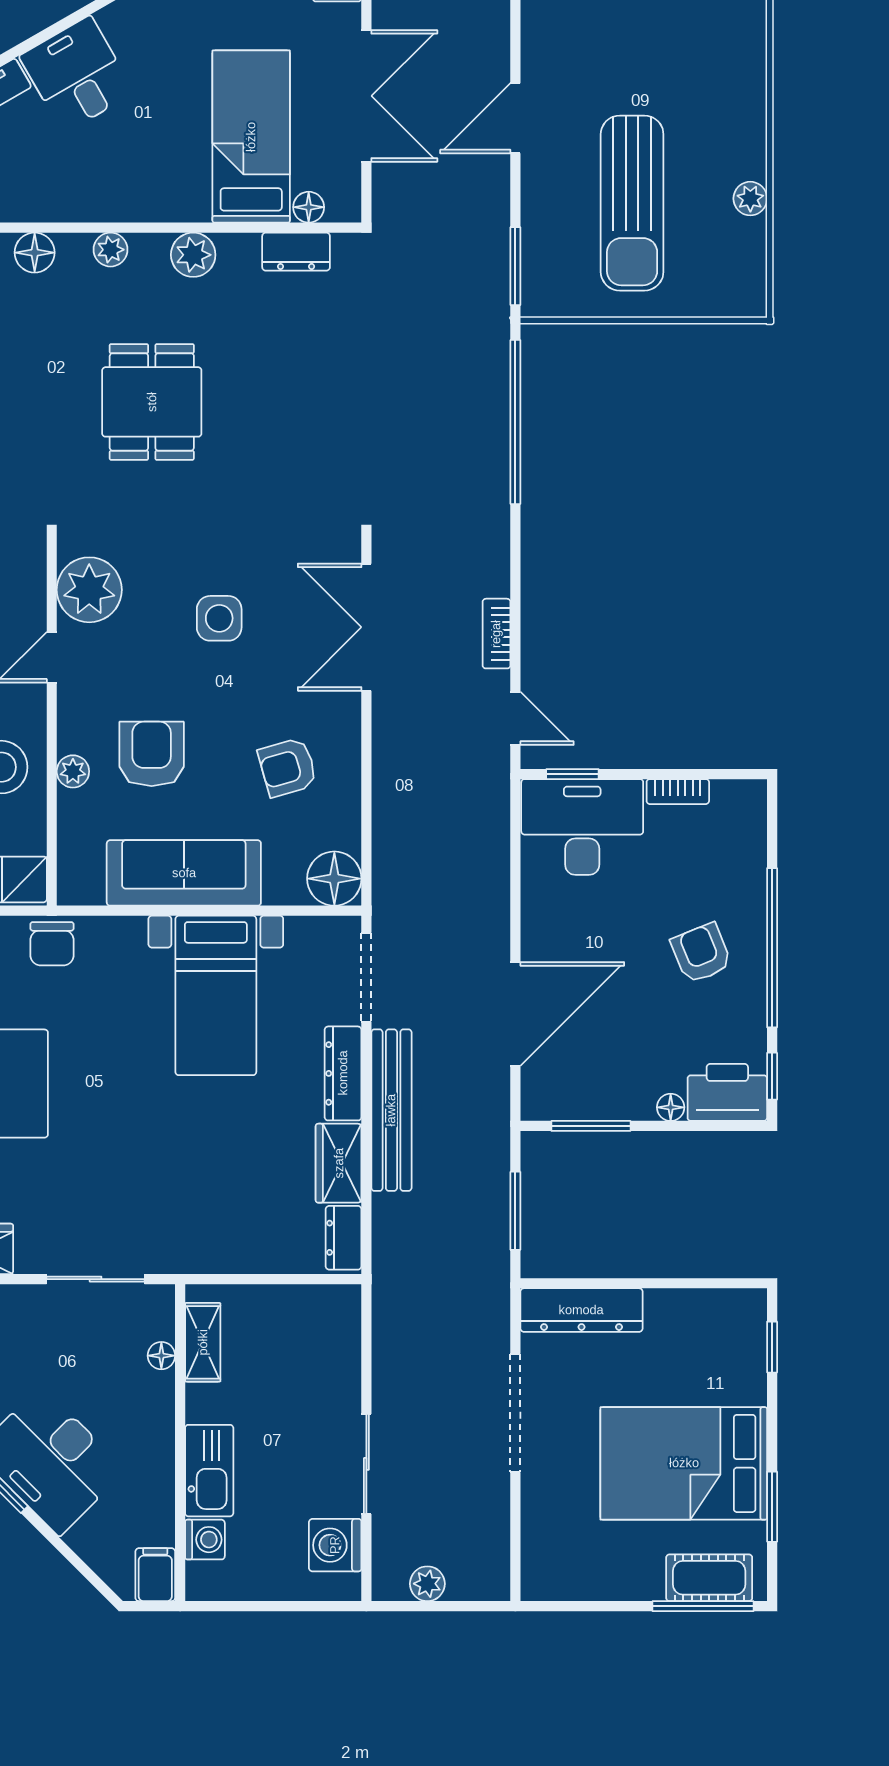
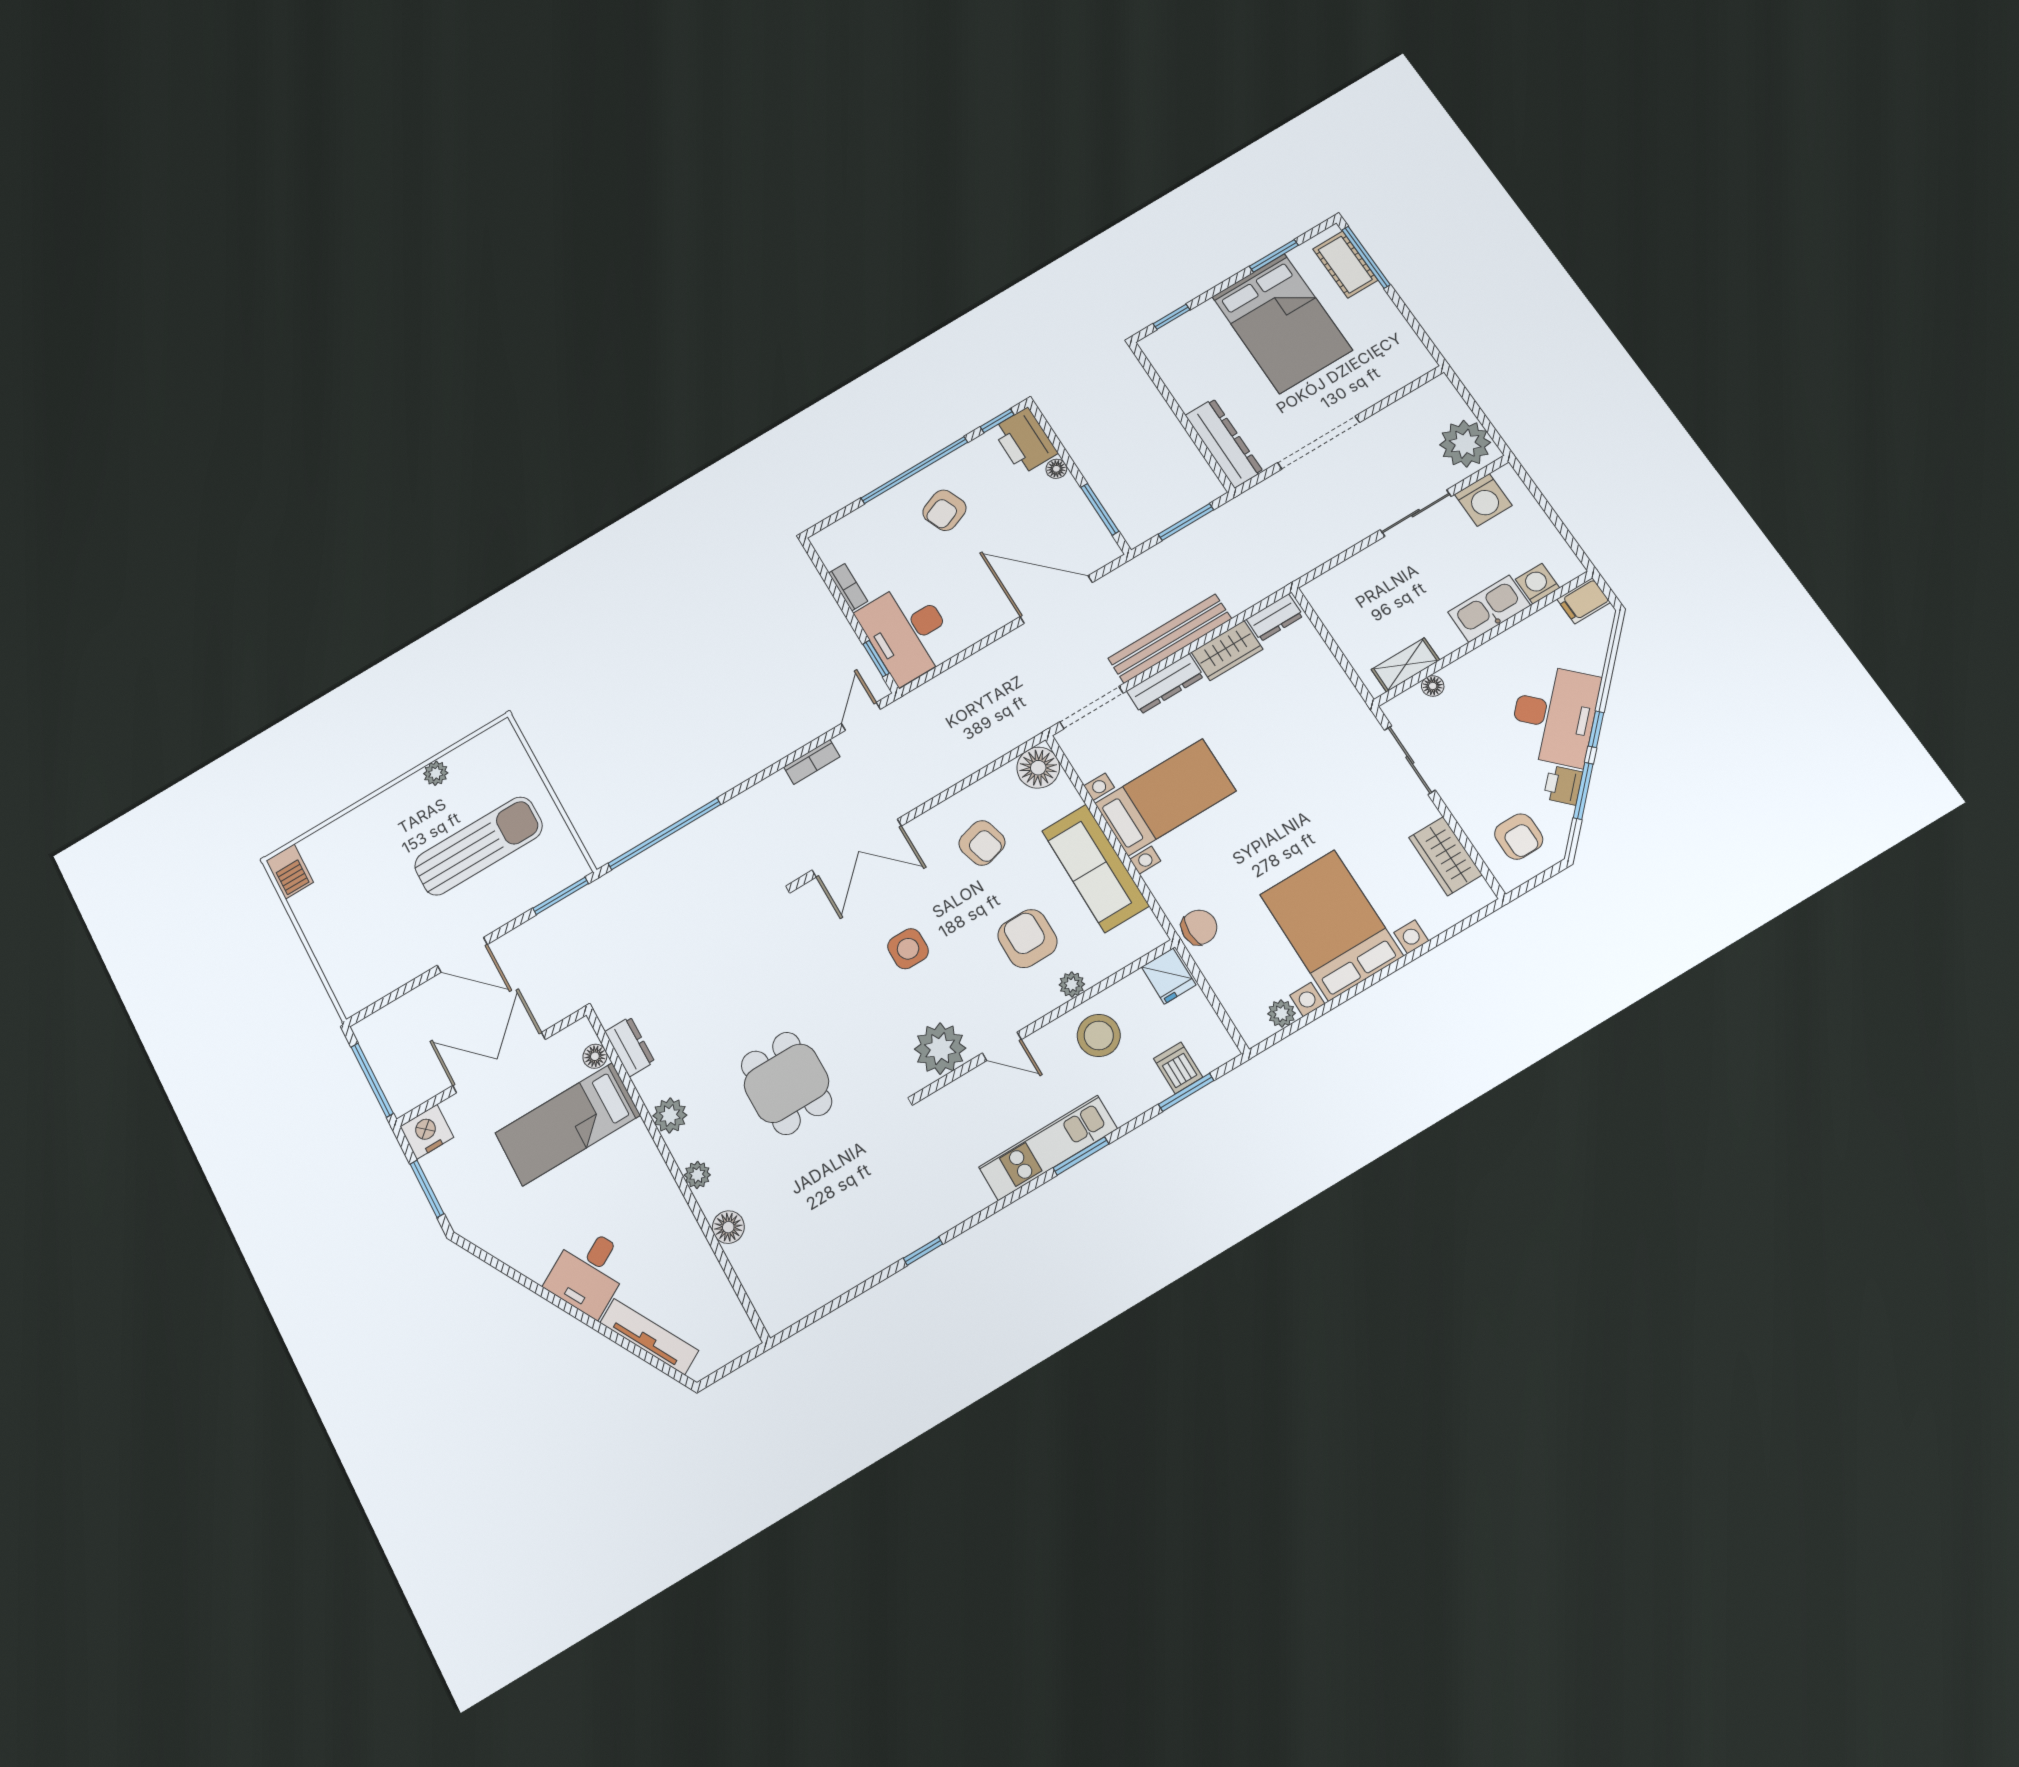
dining table: (152, 402) -> (786, 1083), turned 90
armchair: (152, 754) -> (1027, 939), turned 90
plant: (427, 1584) -> (1465, 444), width x1.87, depth x1.87

